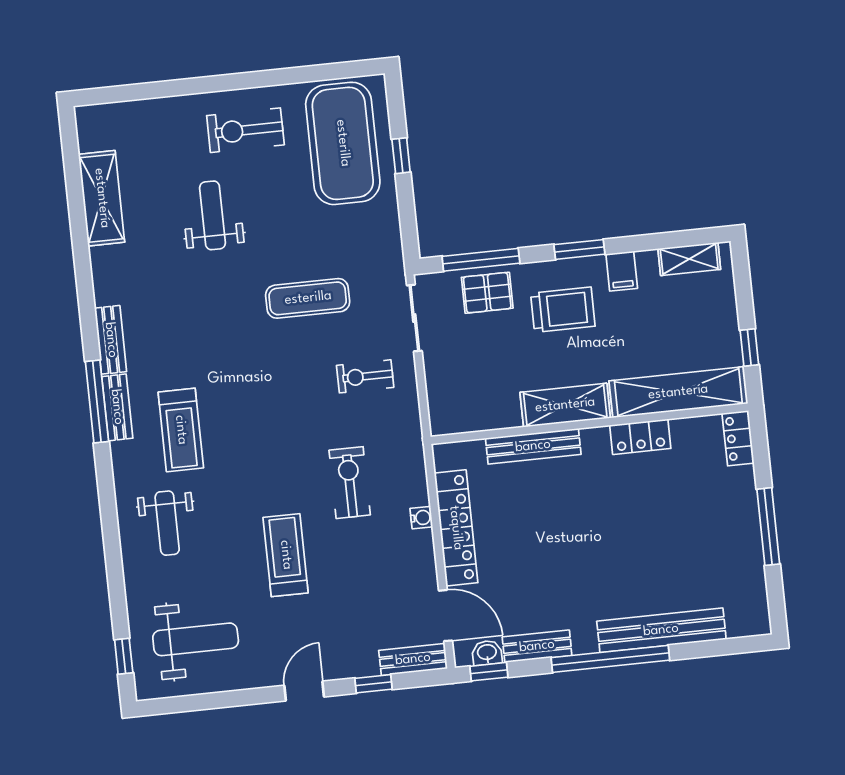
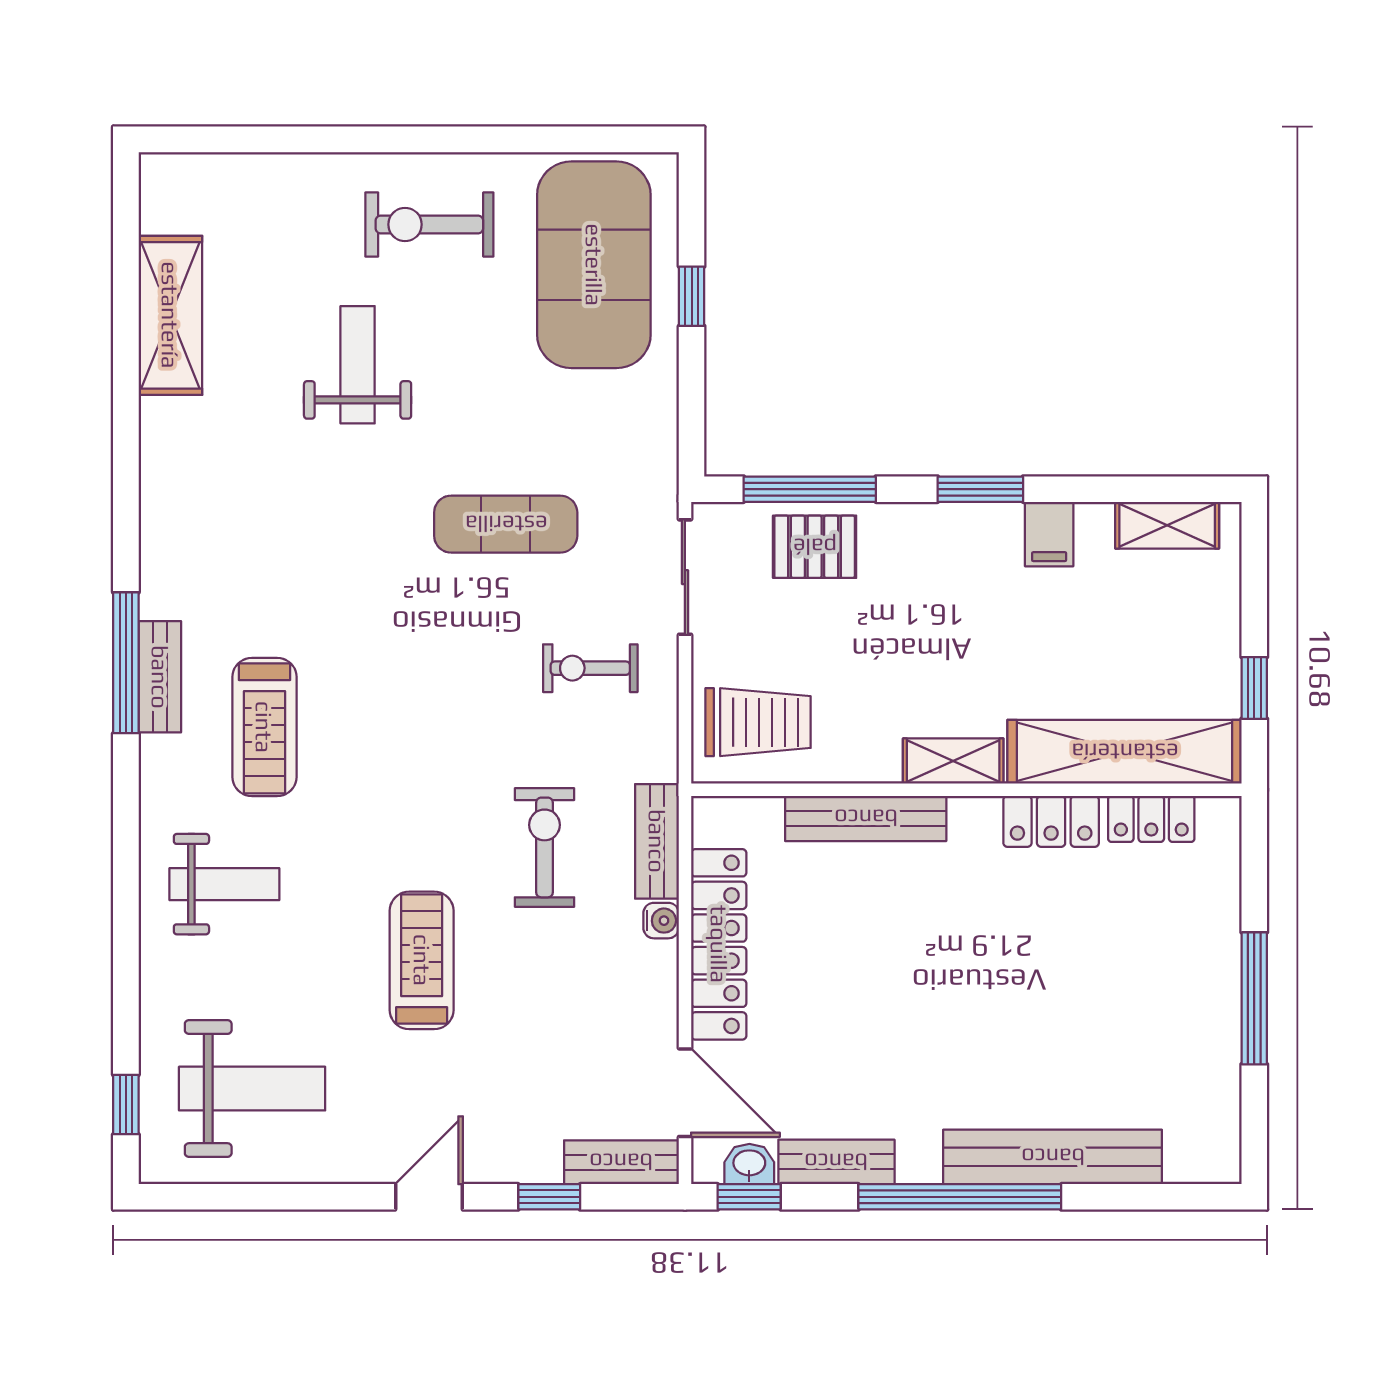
trolley: (563, 310) -> (758, 722), moved
bench: (111, 340) -> (657, 841), moved
shelving: (565, 405) -> (953, 761), width x0.67, depth x0.75
locker: (738, 438) -> (1151, 819), moved, turned -90
weight bench: (167, 523) -> (224, 884), turned -90

